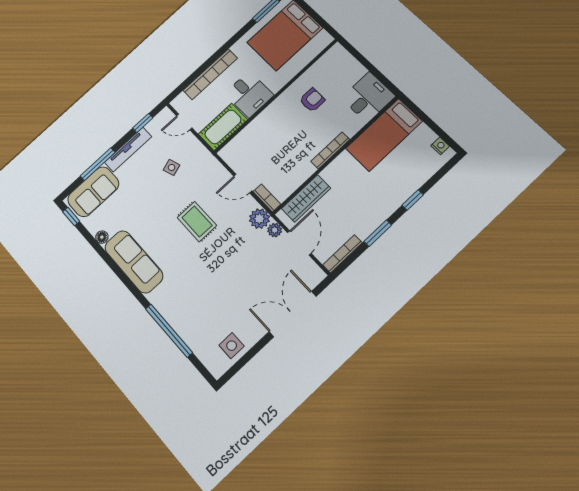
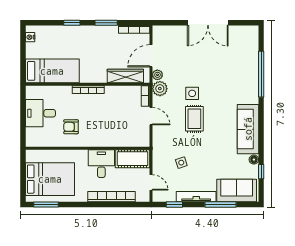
desk: (368, 97) -> (40, 113), moved
window: (71, 216) -> (261, 172), moved
double door: (293, 314) -> (208, 23), moved
side table: (232, 346) -> (192, 93), moved

